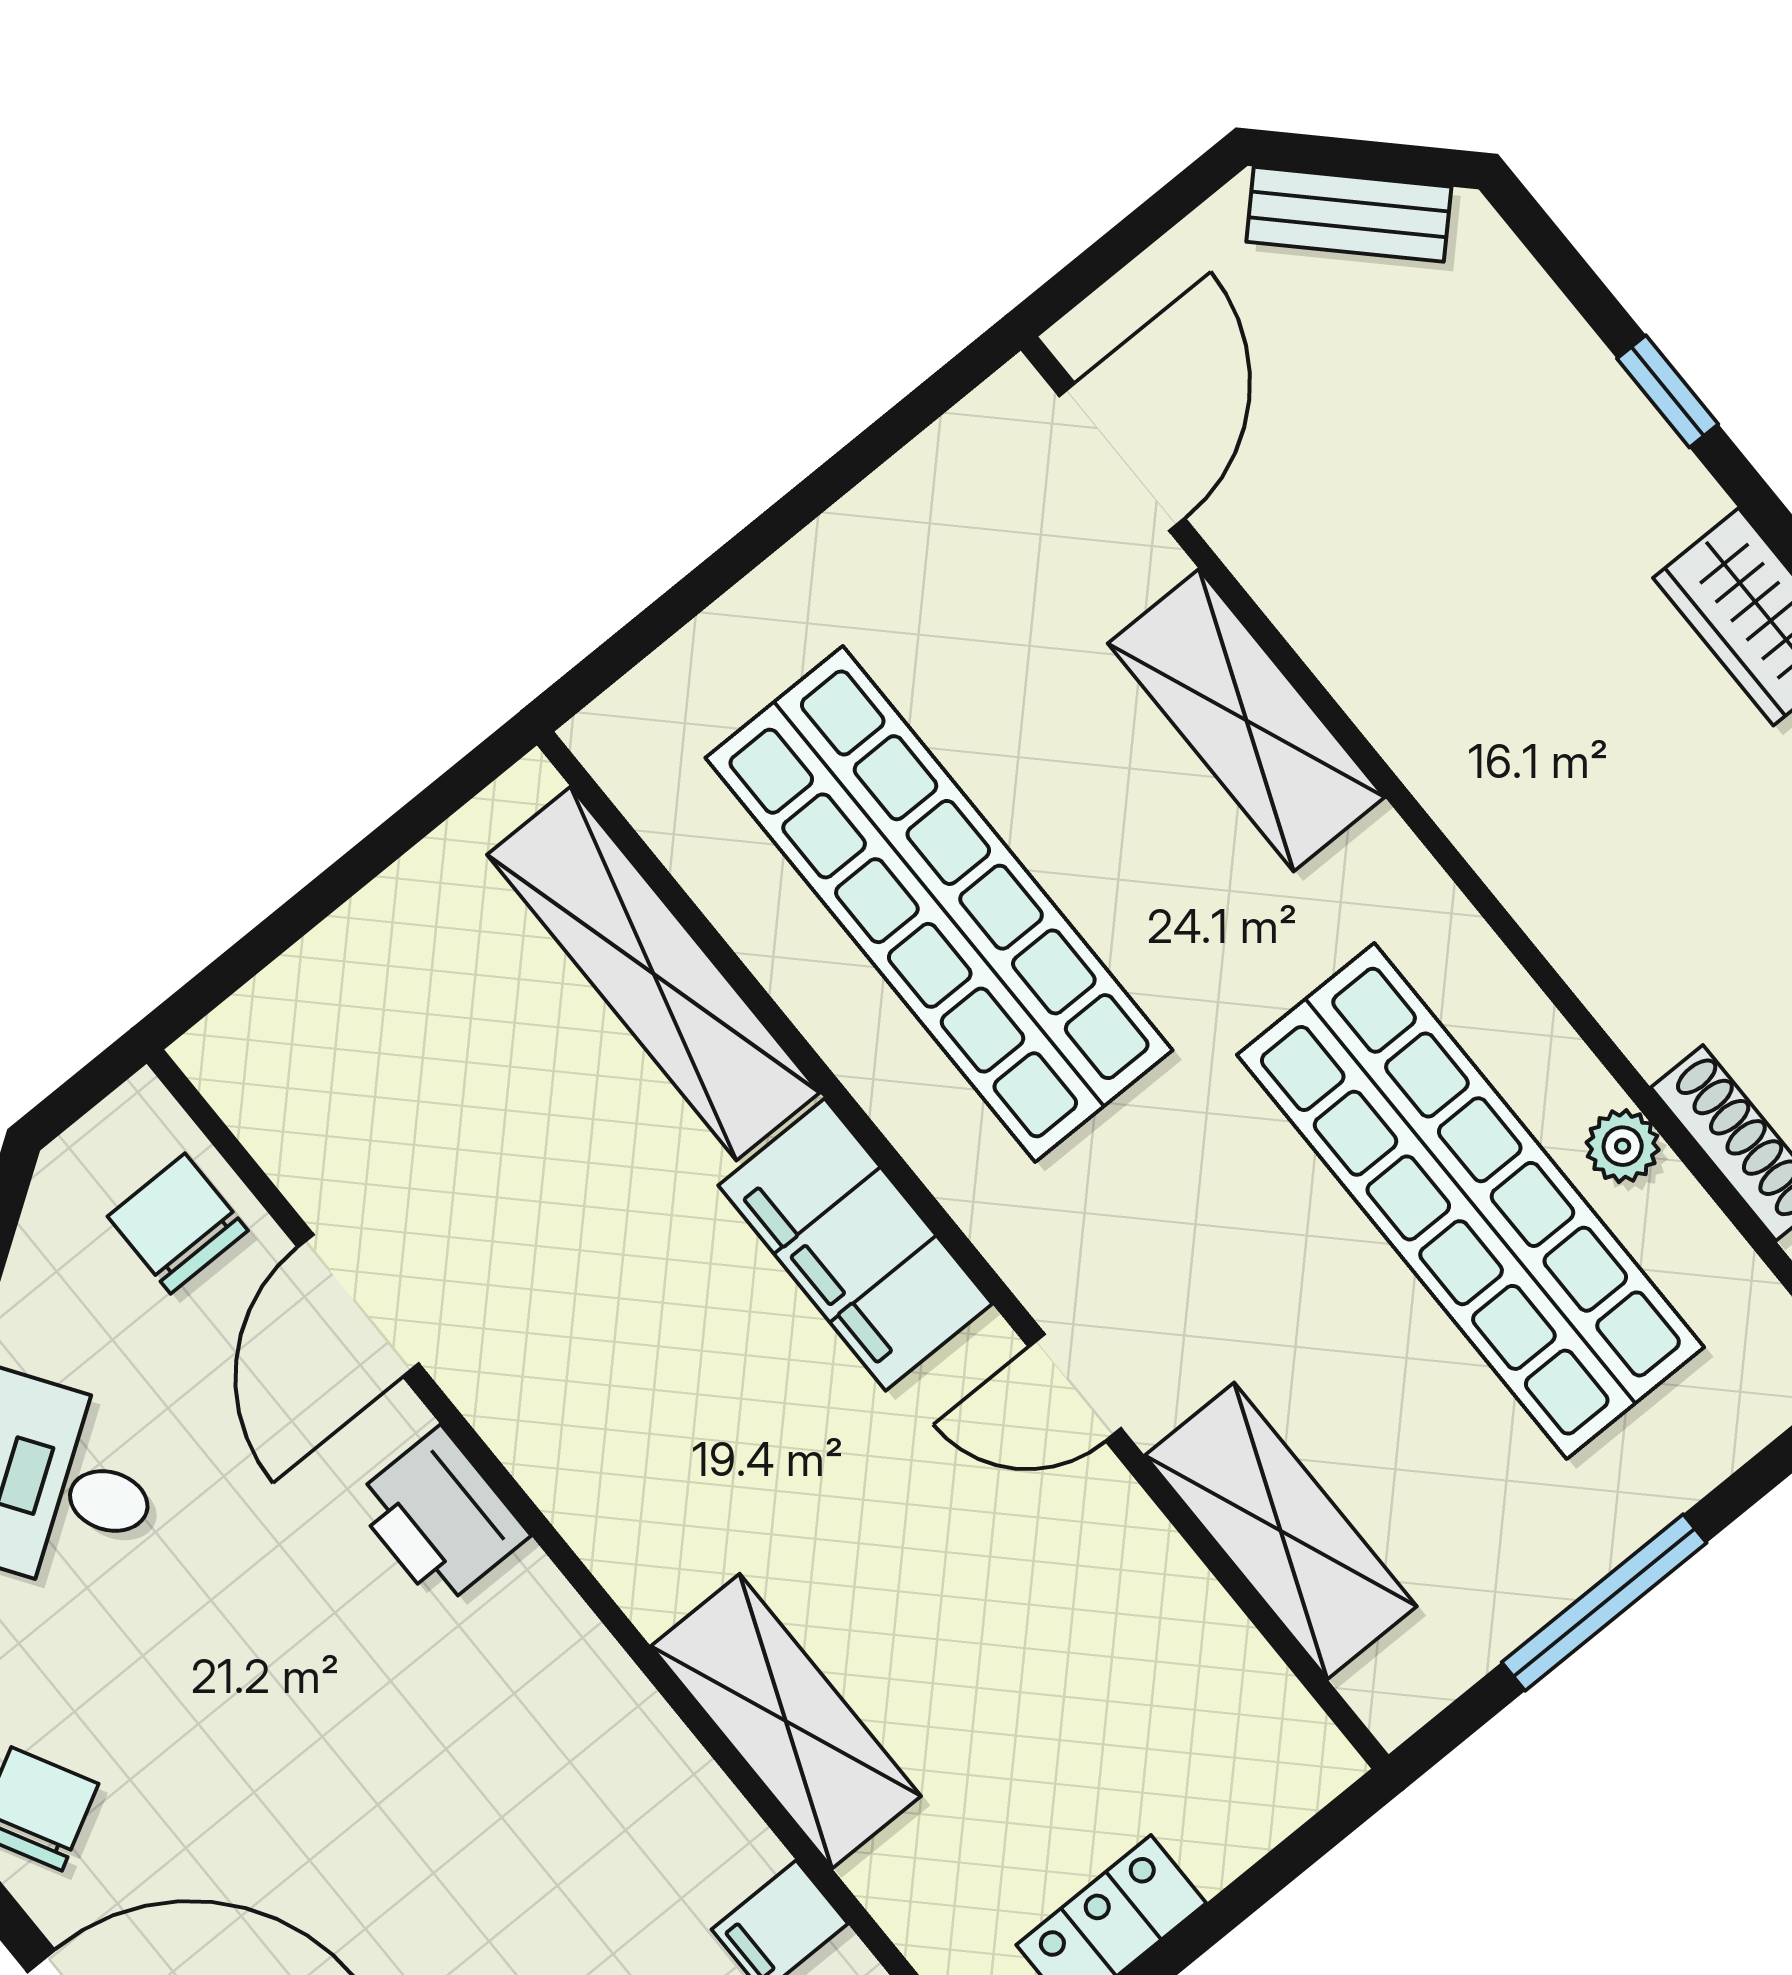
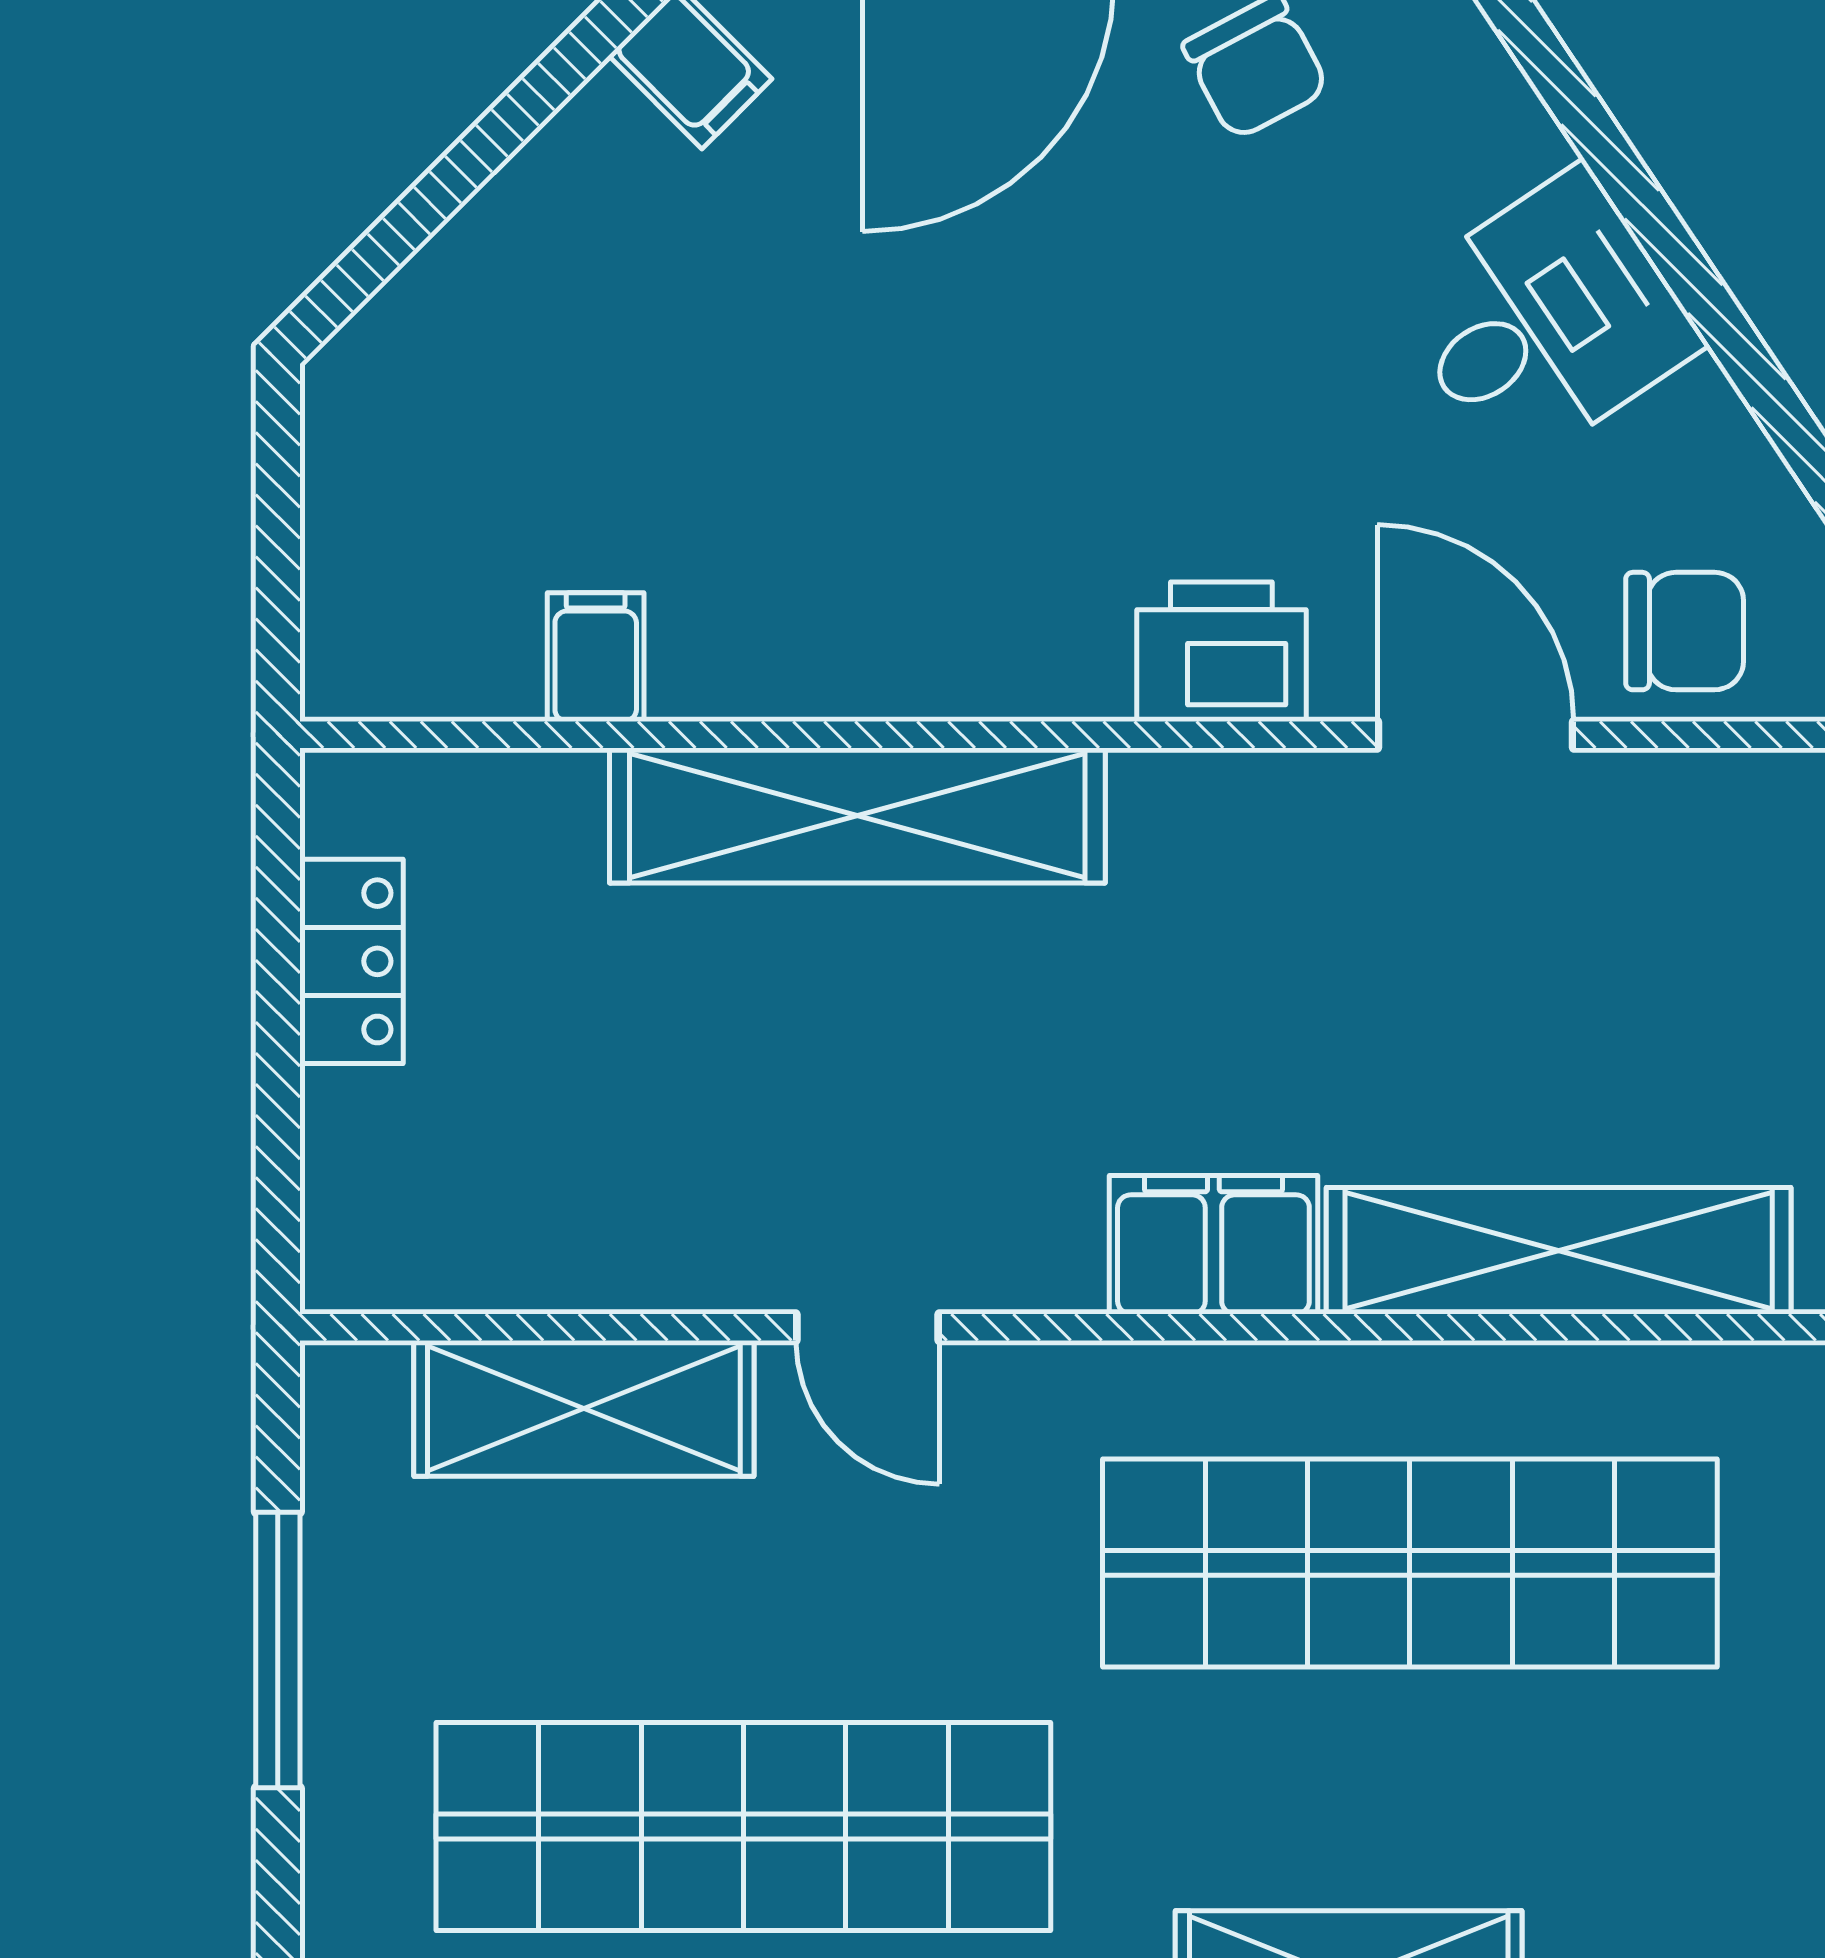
filing cabinet: (855, 1245) -> (1213, 1245), width x0.67, depth x0.86
door: (1075, 1388) -> (868, 1327), swing flipped
shelving: (786, 1721) -> (857, 815), width x1.47

